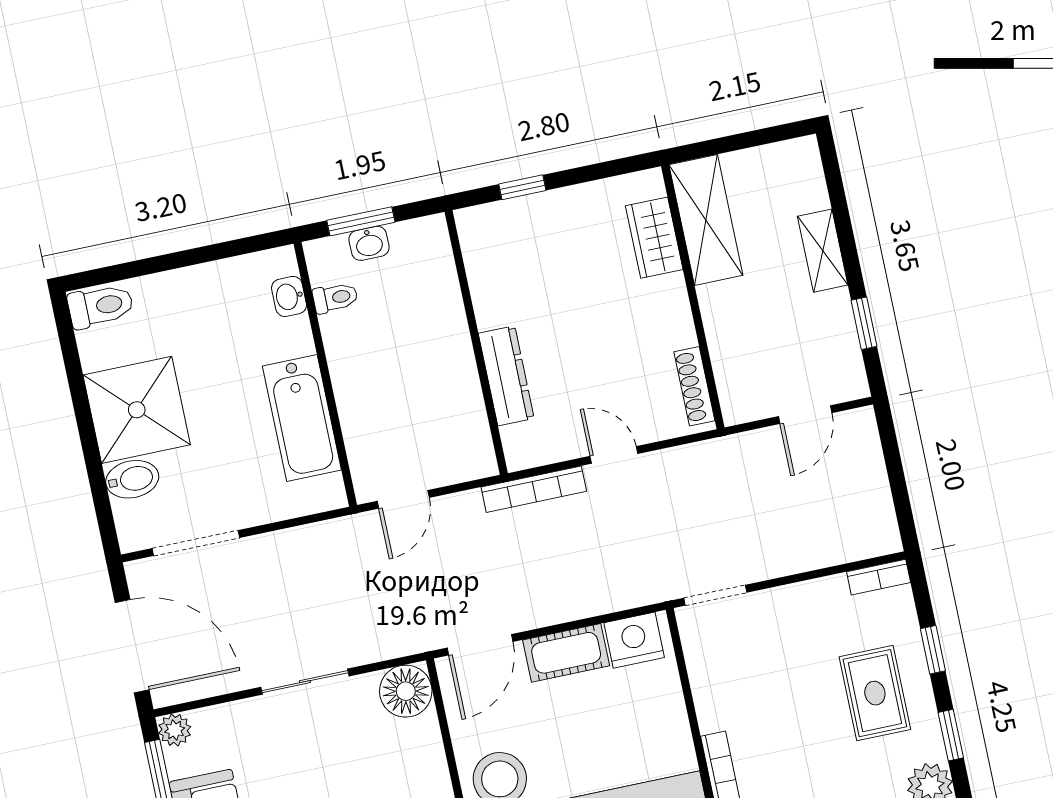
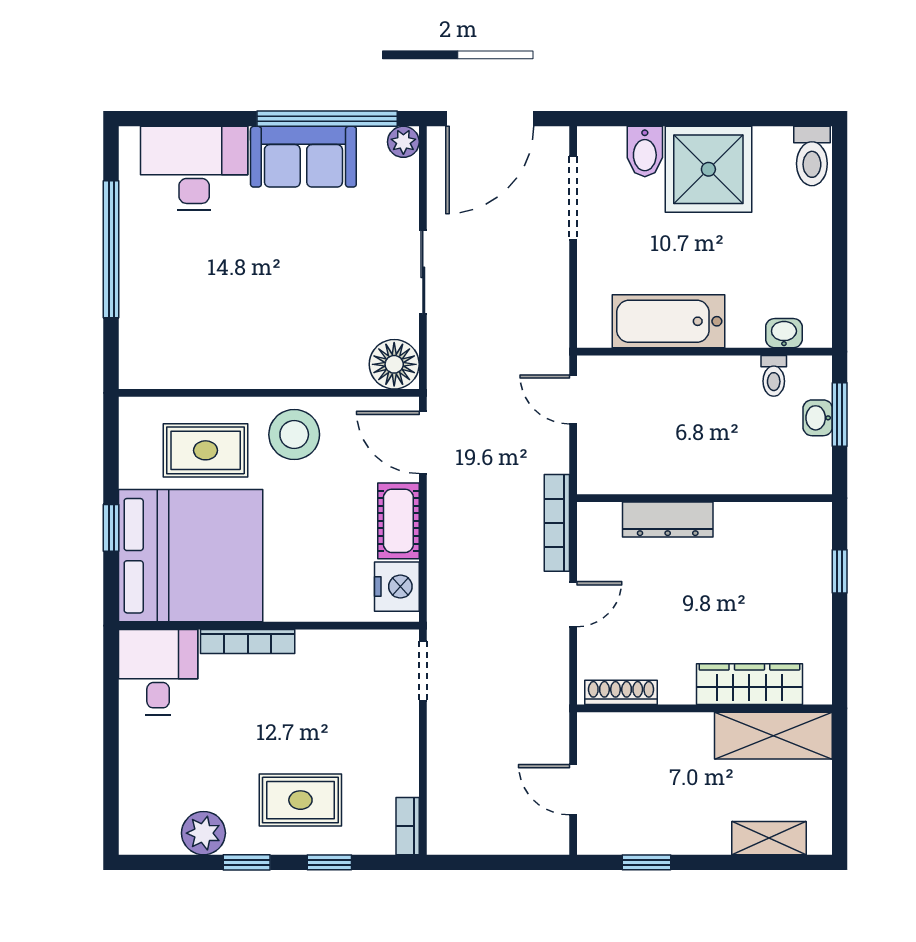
wardrobe: (654, 238) -> (749, 684), width x1.50
shelving: (823, 251) -> (769, 838), moved

